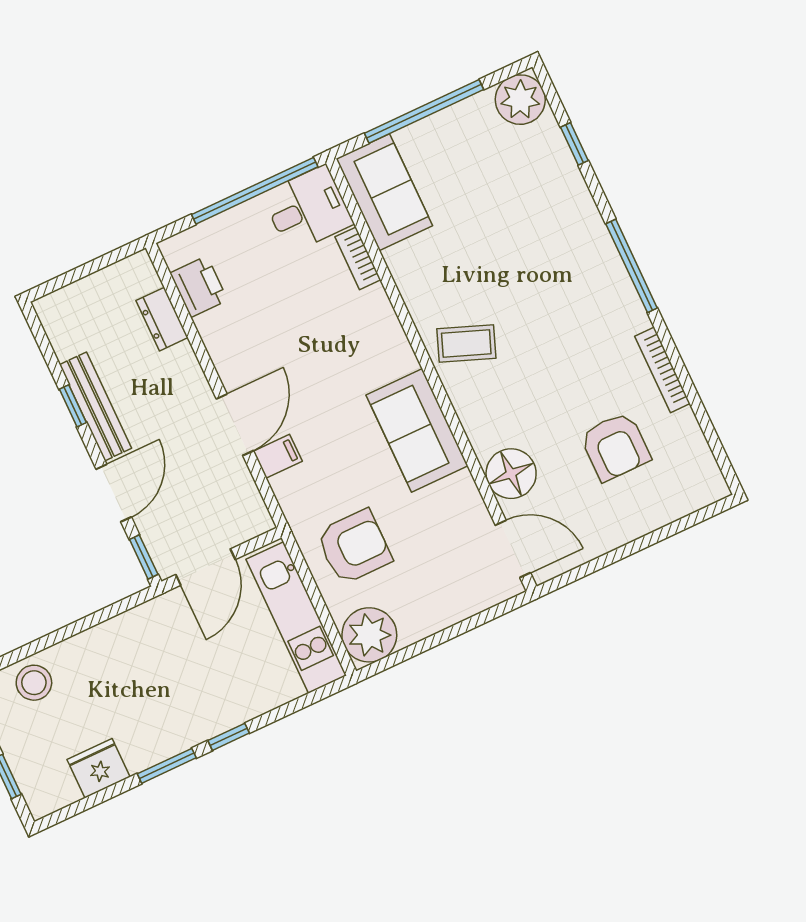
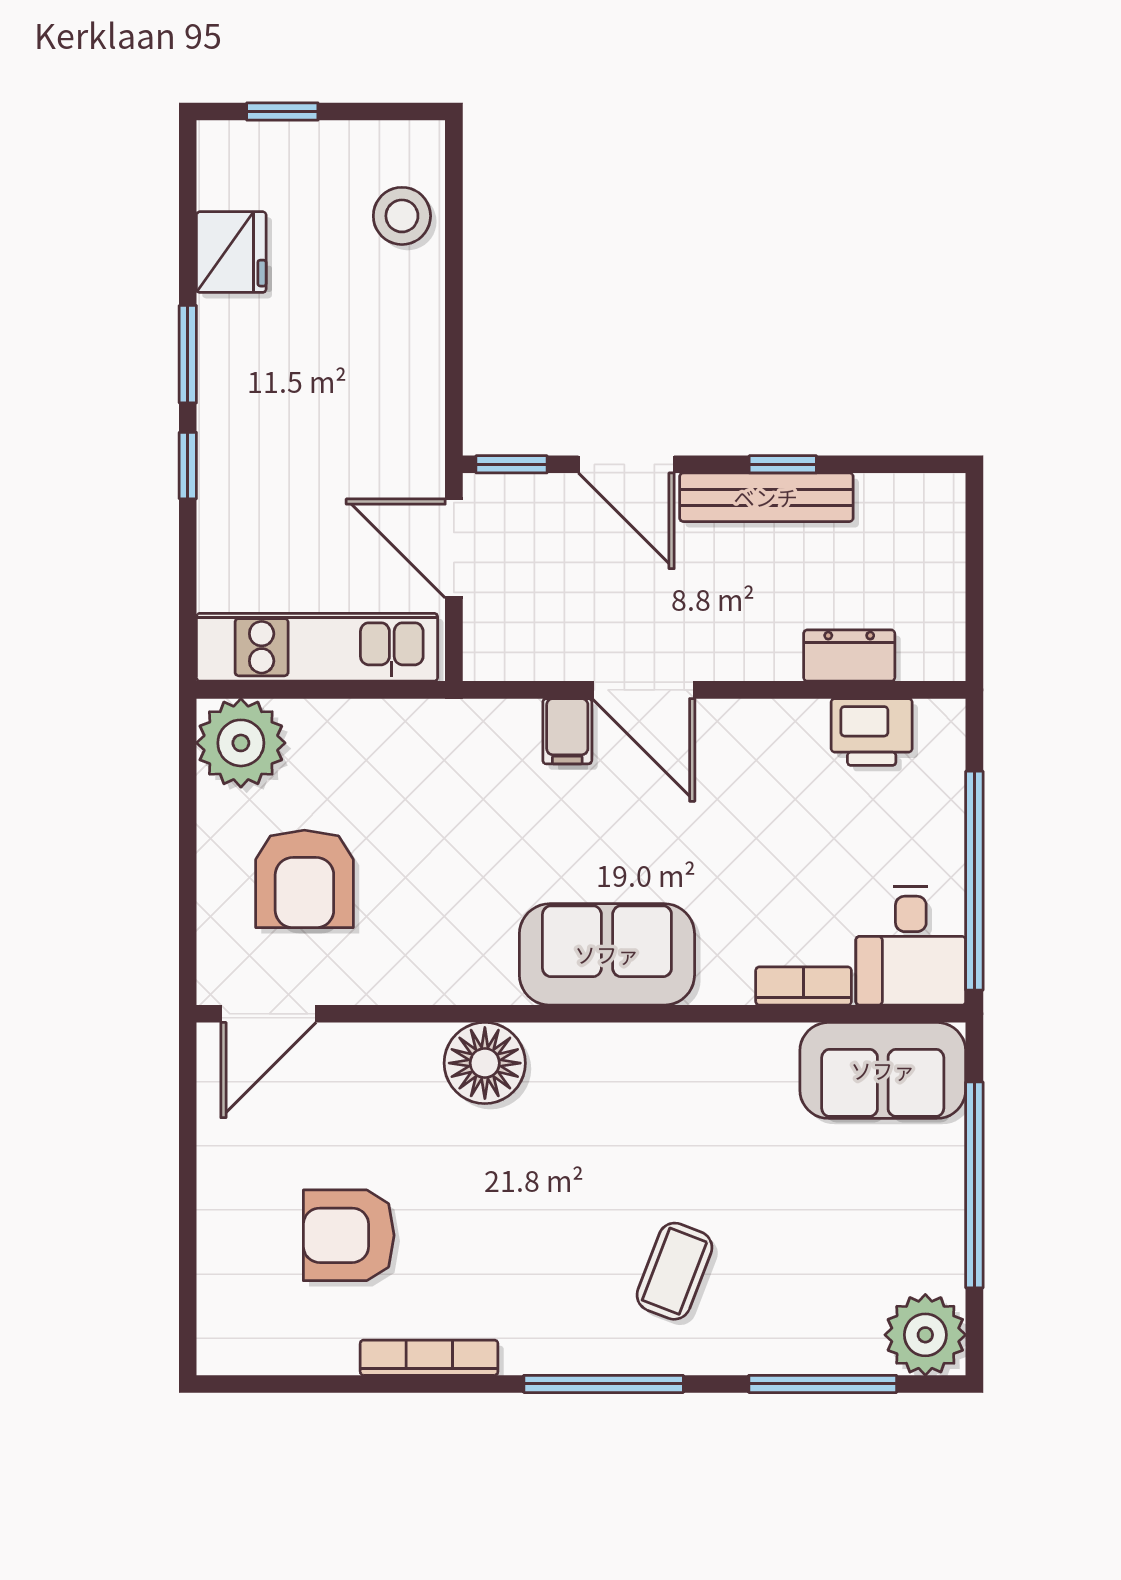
window: (574, 144) -> (823, 1384), width x2.17
coffee table: (466, 343) -> (674, 1271), moved
sofa: (417, 430) -> (607, 954), moved
floor lamp: (511, 474) -> (485, 1063), moved
armchair: (354, 547) -> (304, 879), moved

